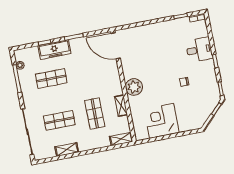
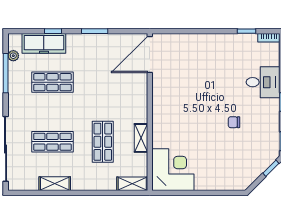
door: (116, 46) -> (150, 54), hinge flipped
freezer: (54, 50) -> (44, 43), moved
plant: (134, 87) -> (164, 116), removed
corner desk: (162, 121) -> (173, 170), moved, turned 90

